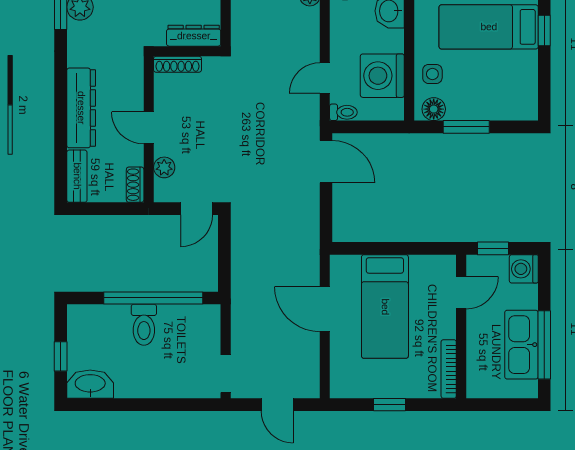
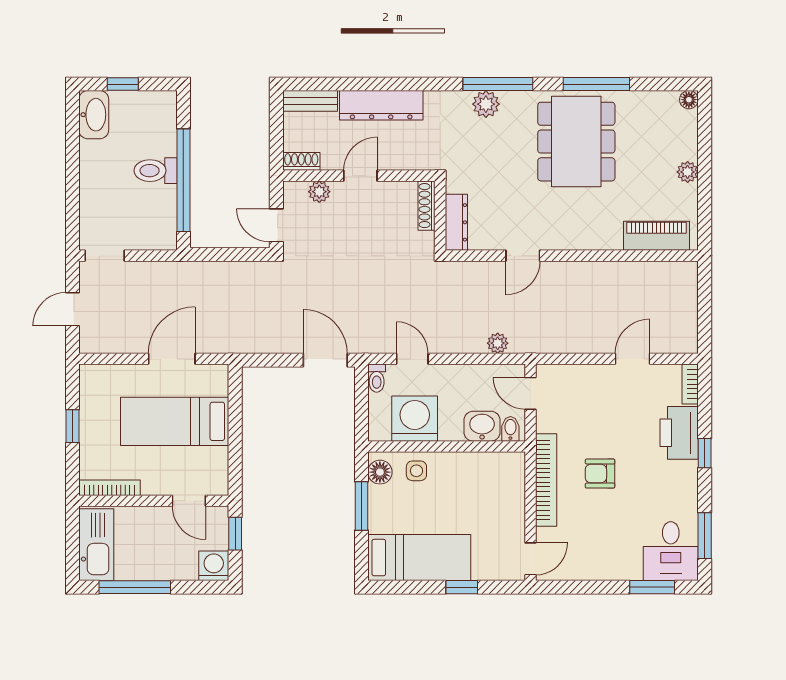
bed: (489, 27) -> (419, 558), moved, turned 90
door: (326, 162) -> (325, 360), swing flipped
kitchen sink: (521, 345) -> (96, 545), moved, turned 90

